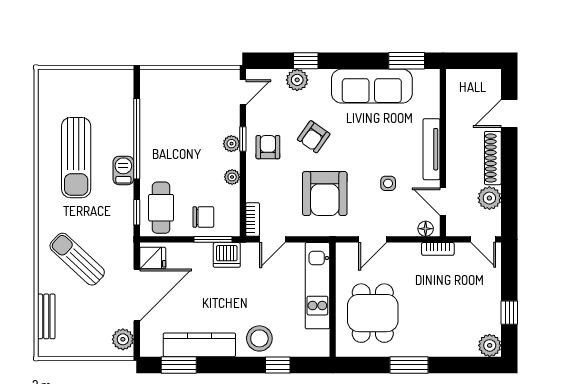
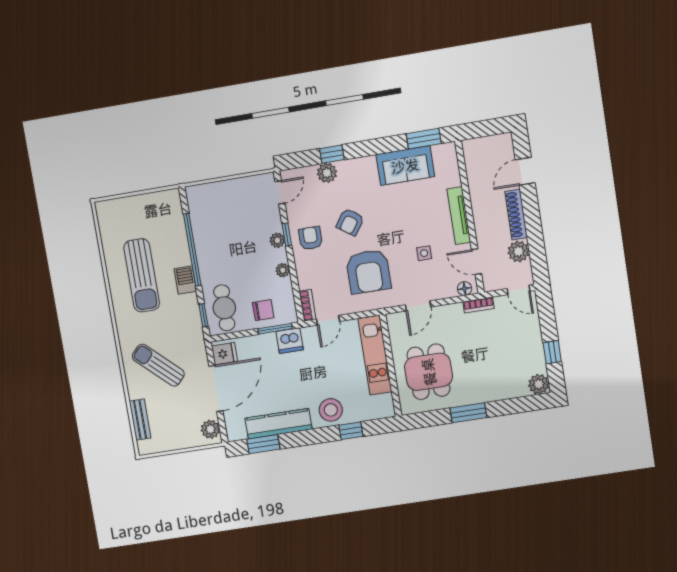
sofa: (372, 86) -> (405, 166), width x0.73

